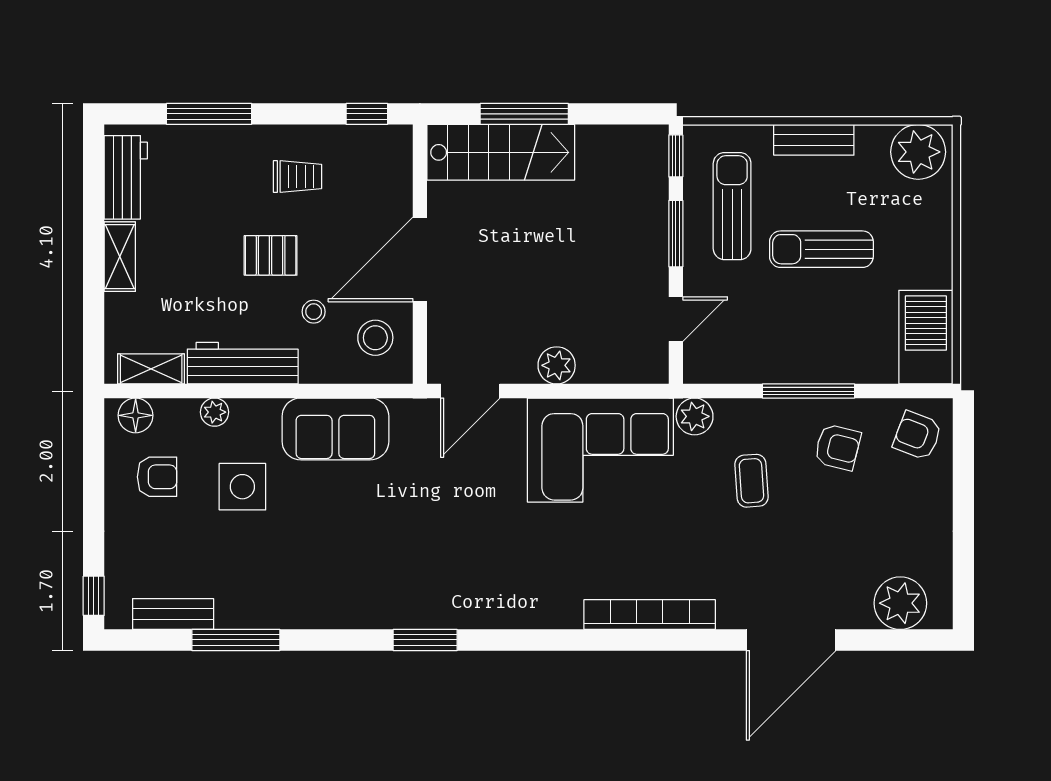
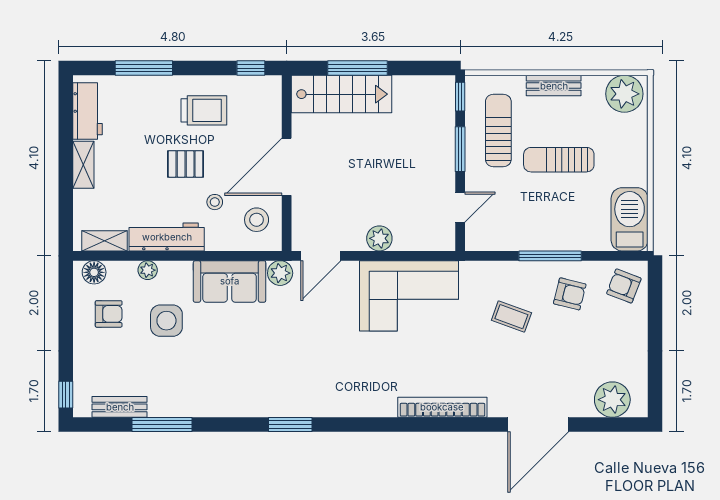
trolley: (297, 176) -> (204, 110), width x1.36, depth x1.39
plant: (695, 416) -> (280, 273), moved
coffee table: (751, 481) -> (511, 317), turned -66

